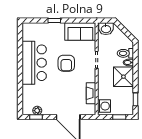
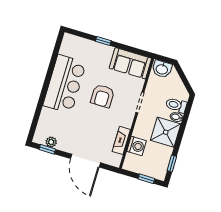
washing machine: (104, 106) -> (137, 146), moved

